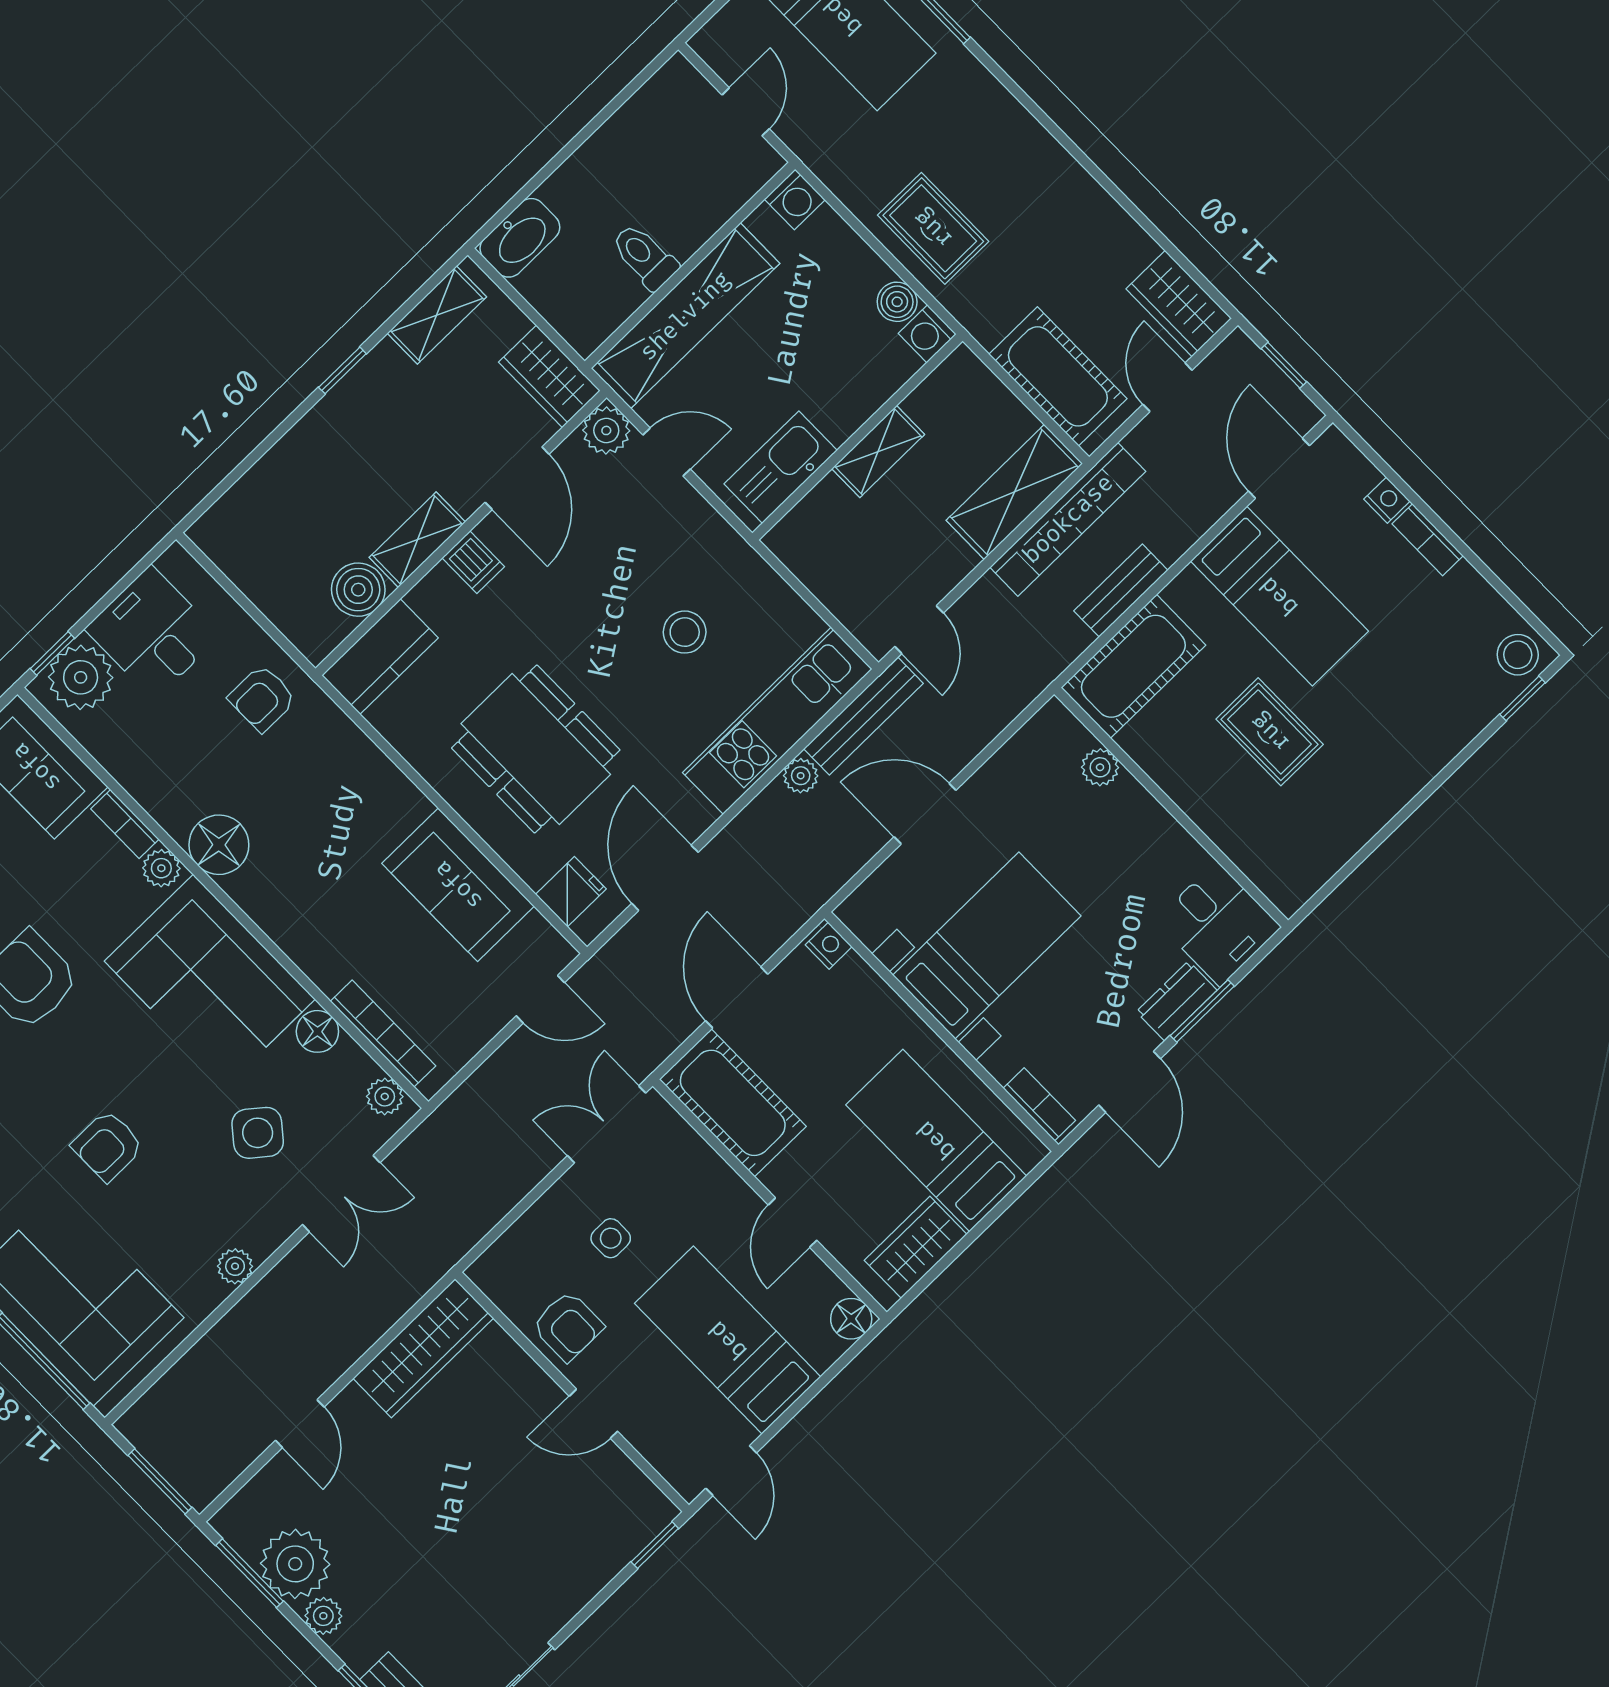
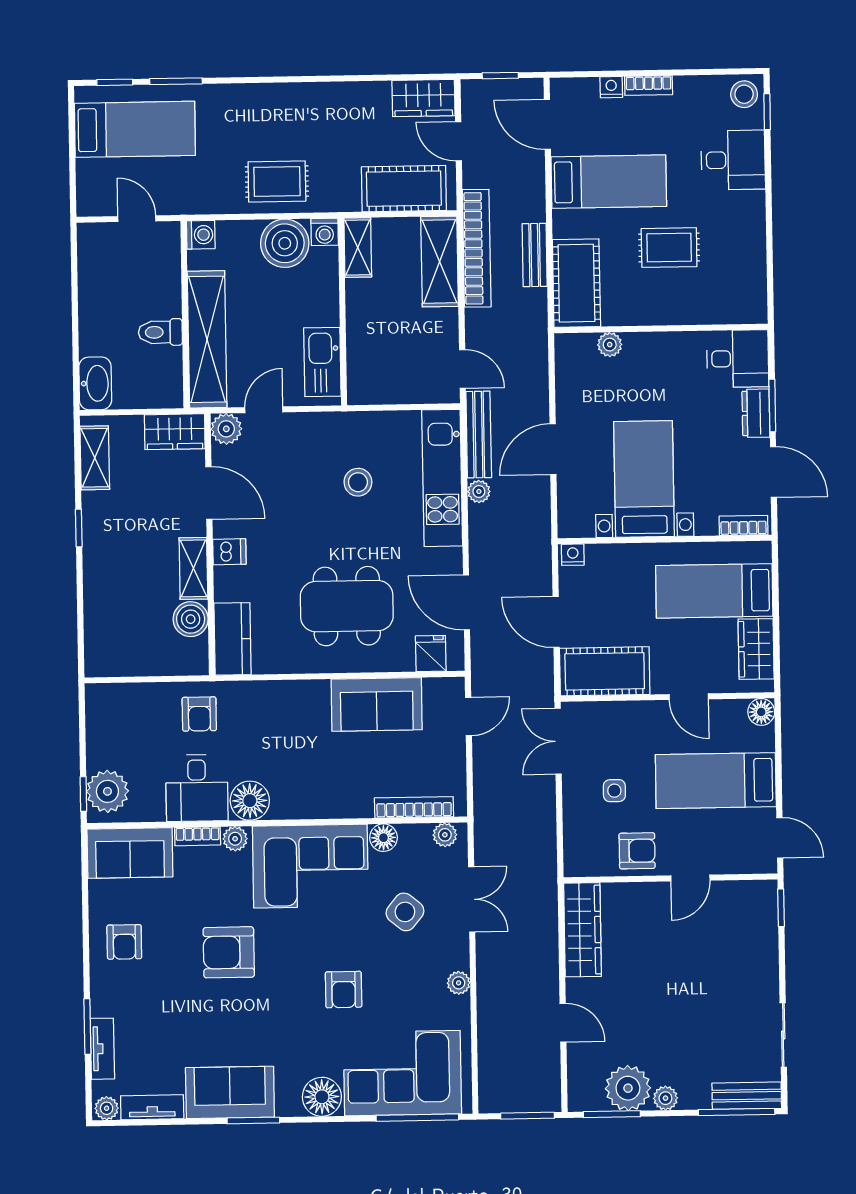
boiler: (897, 302) -> (285, 243), width x1.86, depth x1.86
shelving: (878, 451) -> (358, 248), moved
desk: (153, 633) -> (197, 788), moved, turned -90
desk: (1434, 711) -> (733, 160), added

